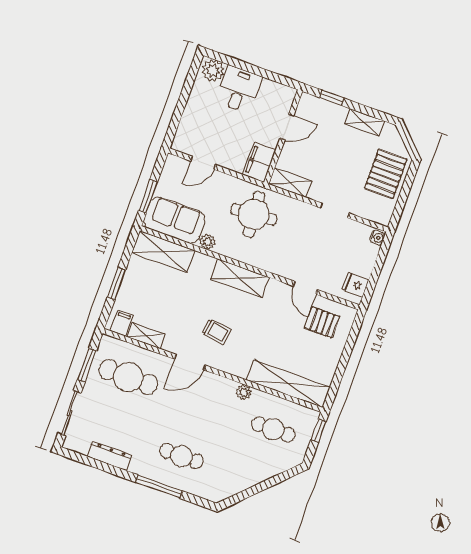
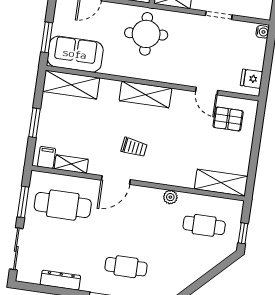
plant: (207, 242) -> (109, 68), removed
shelving: (288, 384) -> (221, 183), width x0.68
window: (318, 431) -> (243, 233), moved

